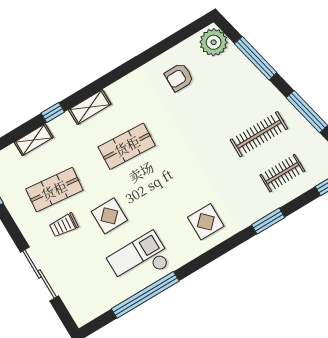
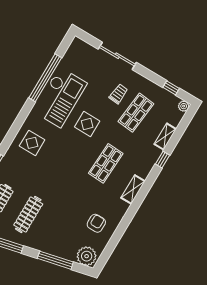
shelving: (90, 107) -> (133, 189), moved
display table: (109, 216) -> (87, 124), moved
checkout: (140, 260) -> (60, 97), width x1.36, depth x1.21

